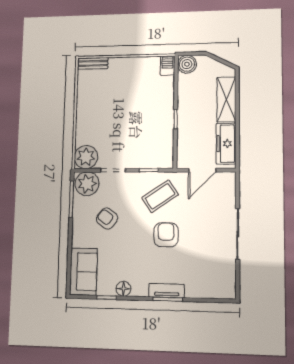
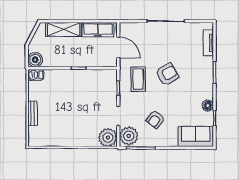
bench: (93, 63) -> (33, 113), moved
coffee table: (160, 196) -> (138, 79), turned 34
armchair: (166, 235) -> (167, 74), turned 150
tv unit: (167, 291) -> (208, 43), moved

